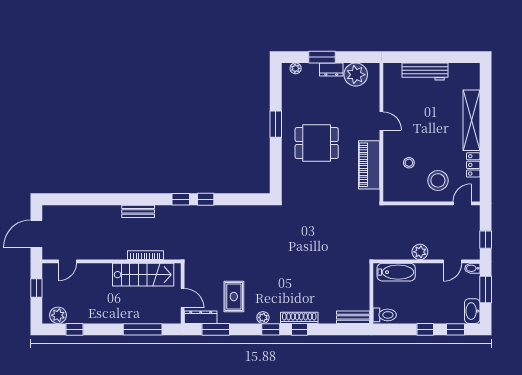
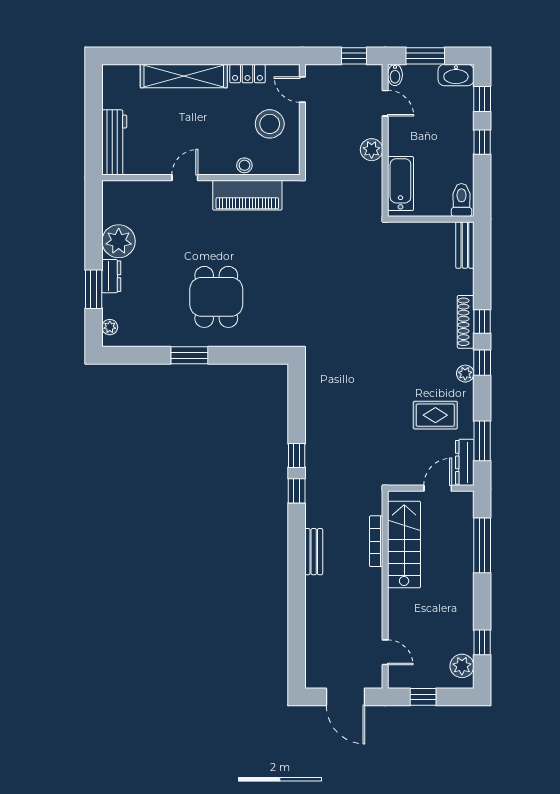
door: (381, 121) -> (185, 178), moved
wall: (381, 132) -> (201, 178), moved
piano: (369, 165) -> (247, 195), moved

